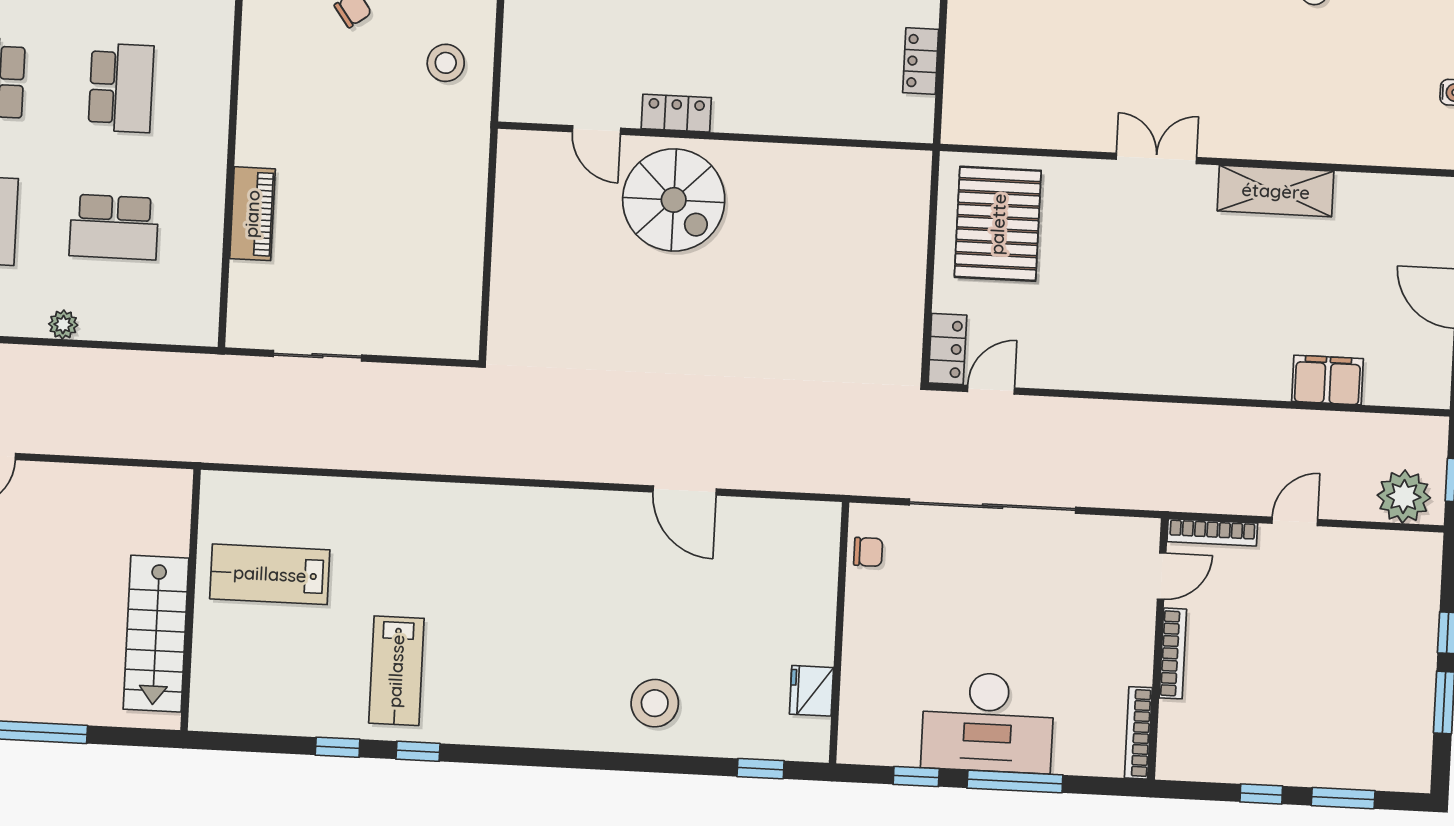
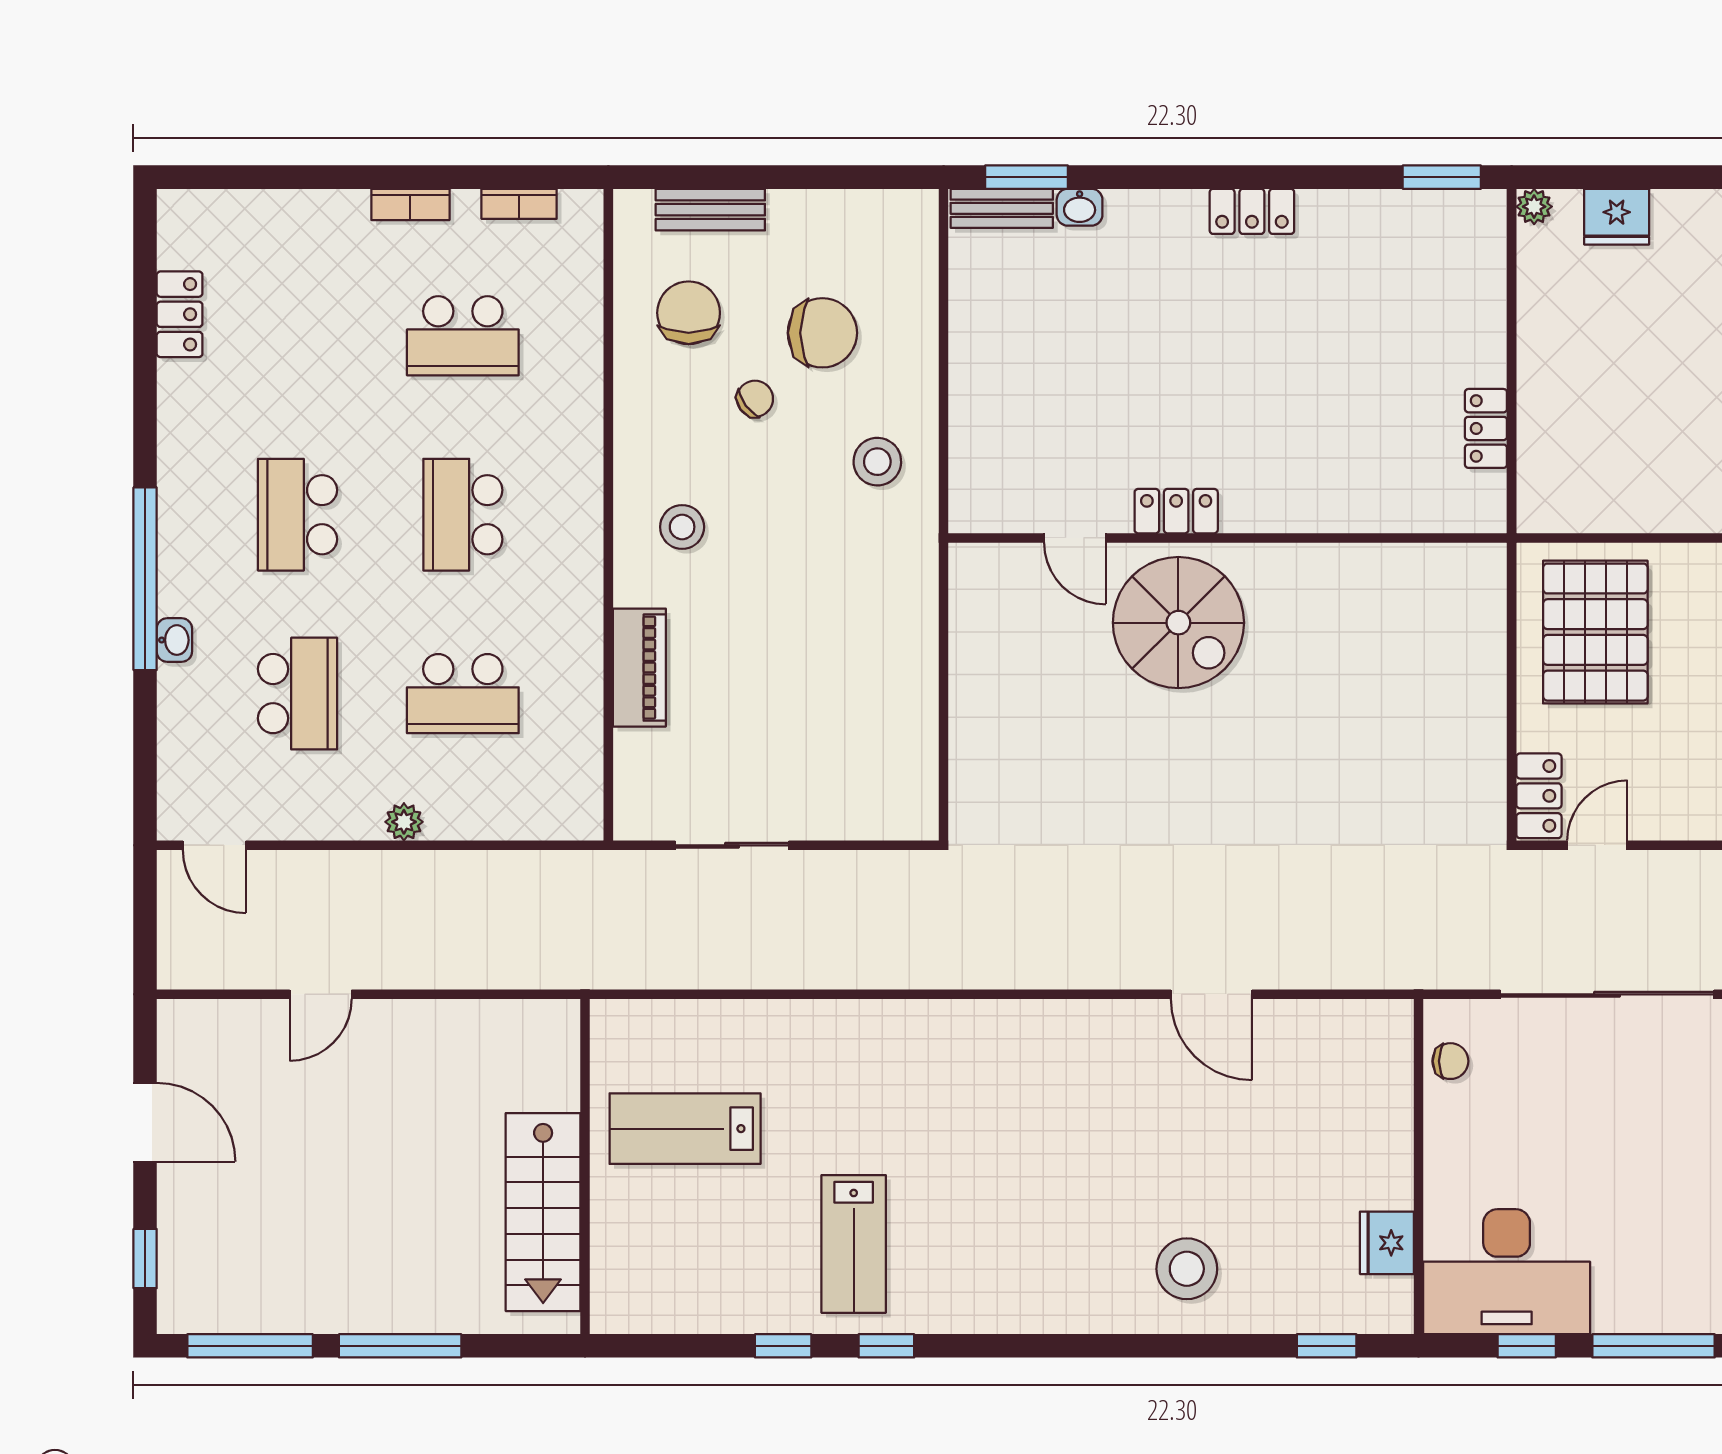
school desk: (121, 88) -> (463, 515), turned 180
stool: (291, 106) -> (682, 527), added
desk: (988, 722) -> (1507, 1272), moved

